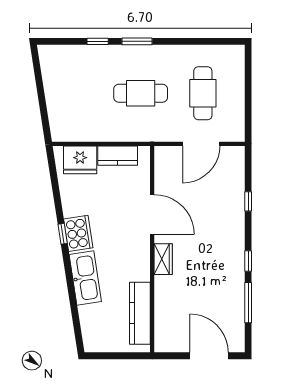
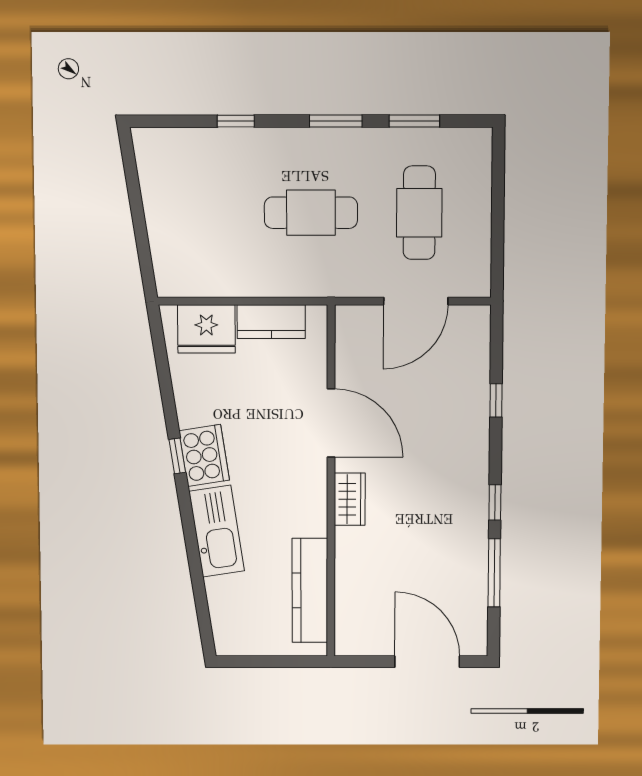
window: (137, 41) -> (336, 121), moved
window: (200, 41) -> (414, 121), added

